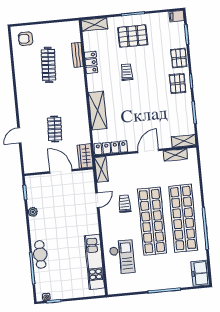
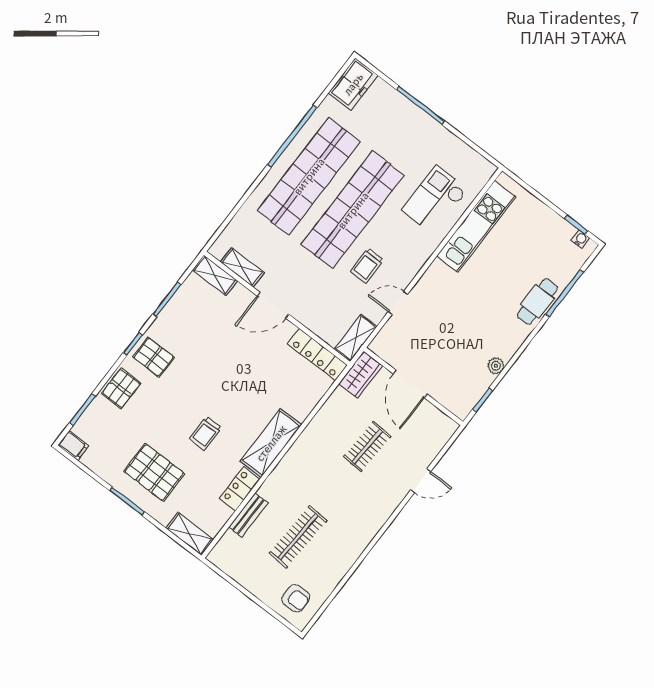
pallet: (178, 83) -> (153, 357), turned 90
shelving: (98, 111) -> (271, 443), moved

